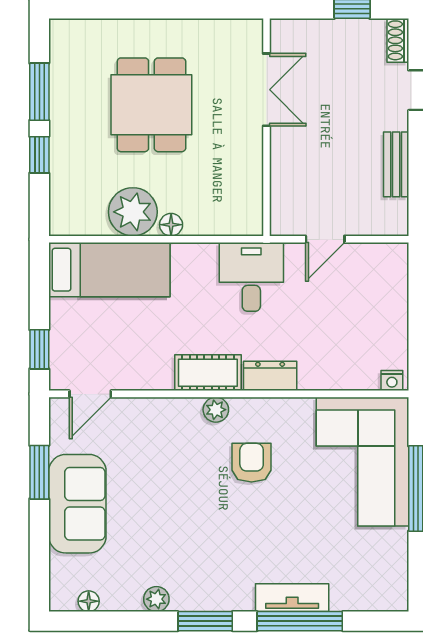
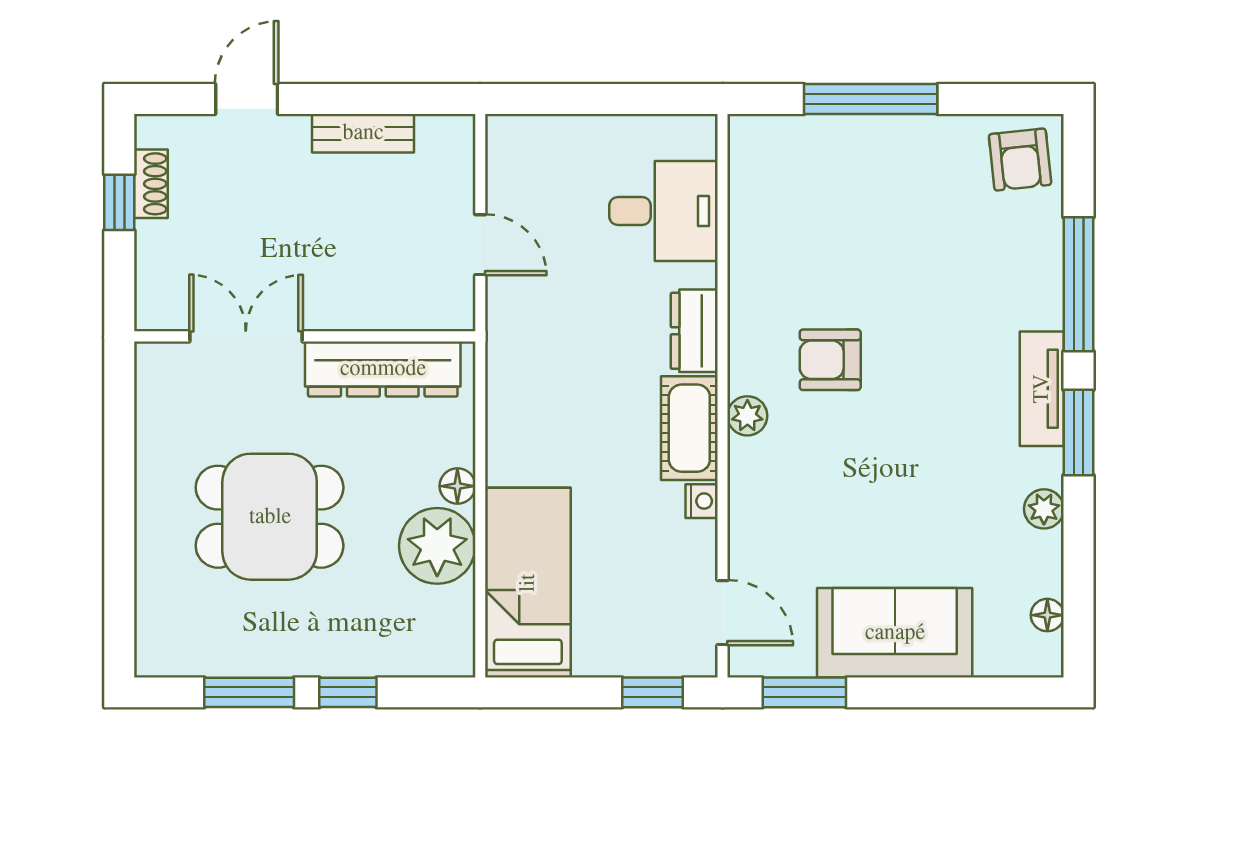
shoe rack: (398, 40) -> (151, 184), moved, turned -90
dresser: (246, 177) -> (383, 369), added
desk: (251, 277) -> (664, 211), moved, turned 180
nightstand: (392, 381) -> (702, 501), moved
corner sofa: (362, 462) -> (829, 186), removed
window: (39, 472) -> (804, 692), moved
armchair: (379, 584) -> (1020, 160), added
tv unit: (292, 598) -> (1042, 389), moved

